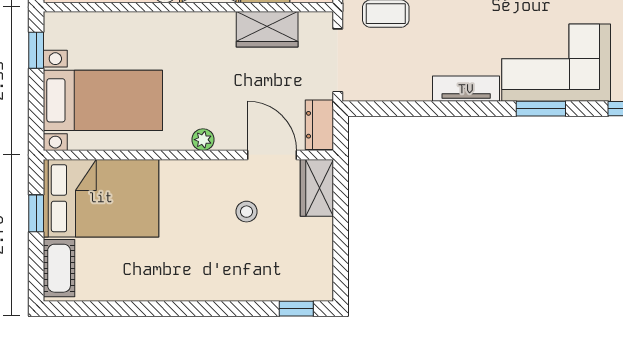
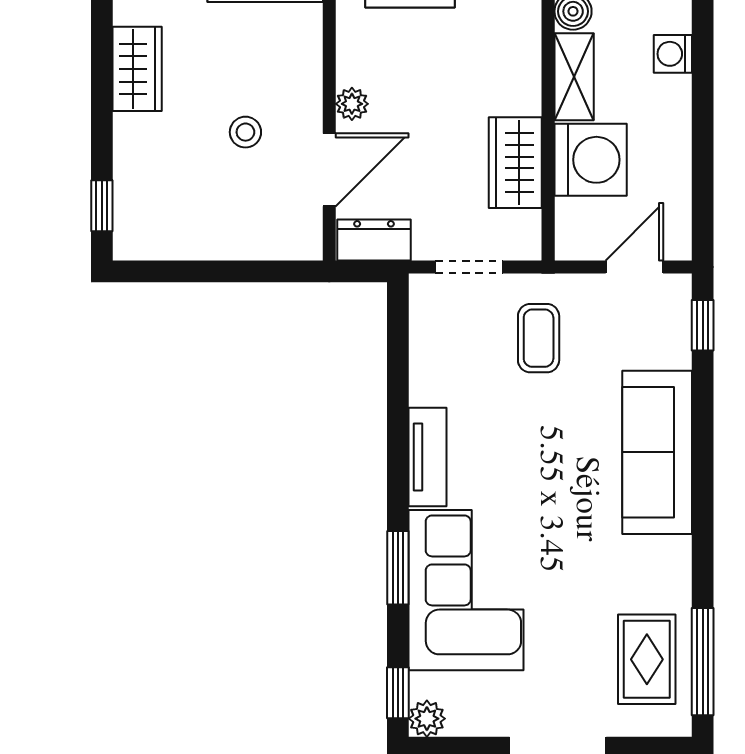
doorway: (338, 60) -> (469, 267), width x0.73
plant: (203, 140) -> (352, 104), moved
wardrobe: (317, 188) -> (137, 69), moved, turned 90

